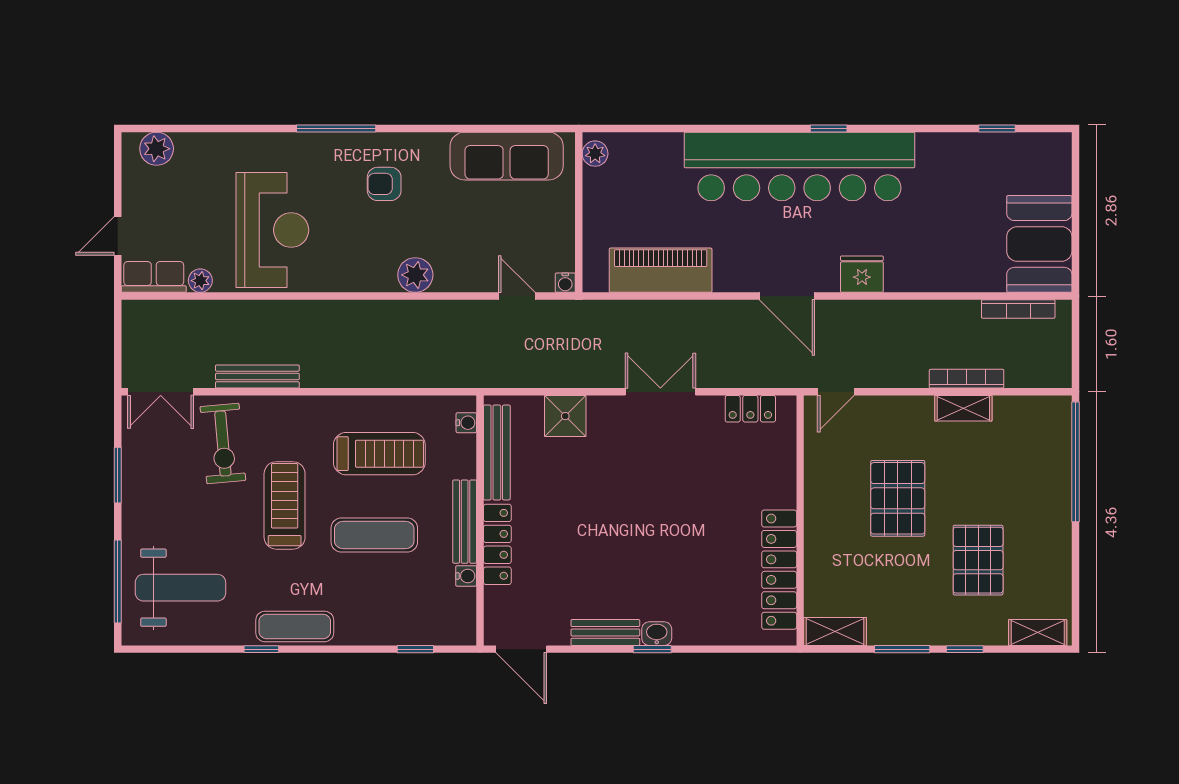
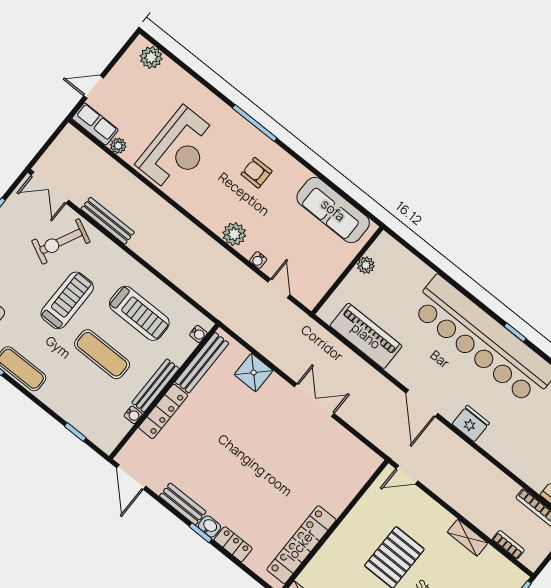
plant: (595, 154) -> (366, 265), moved
water cooler: (565, 283) -> (258, 260), moved
bookcase: (967, 379) -> (508, 545), moved, width x0.64
locker: (750, 409) -> (233, 544), moved, turned 180
exercise bike: (223, 444) -> (61, 241), turned 31

